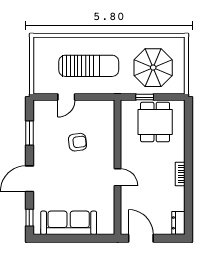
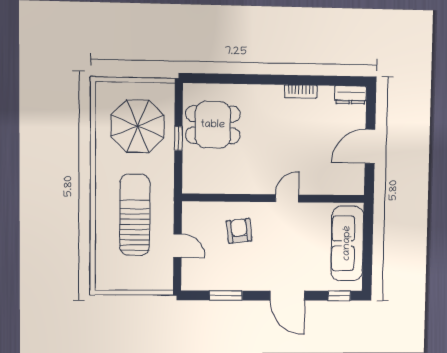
wall: (118, 167) -> (274, 198), moved
bookcase: (180, 174) -> (301, 92), moved
door: (118, 177) -> (287, 198), moved

